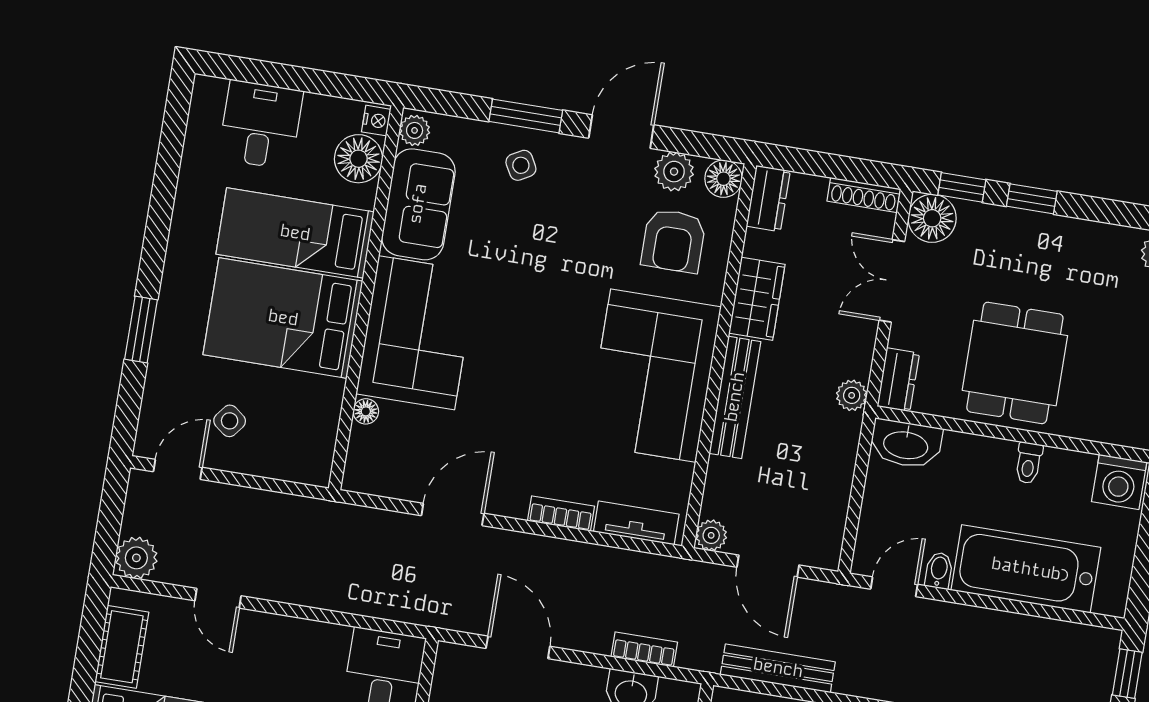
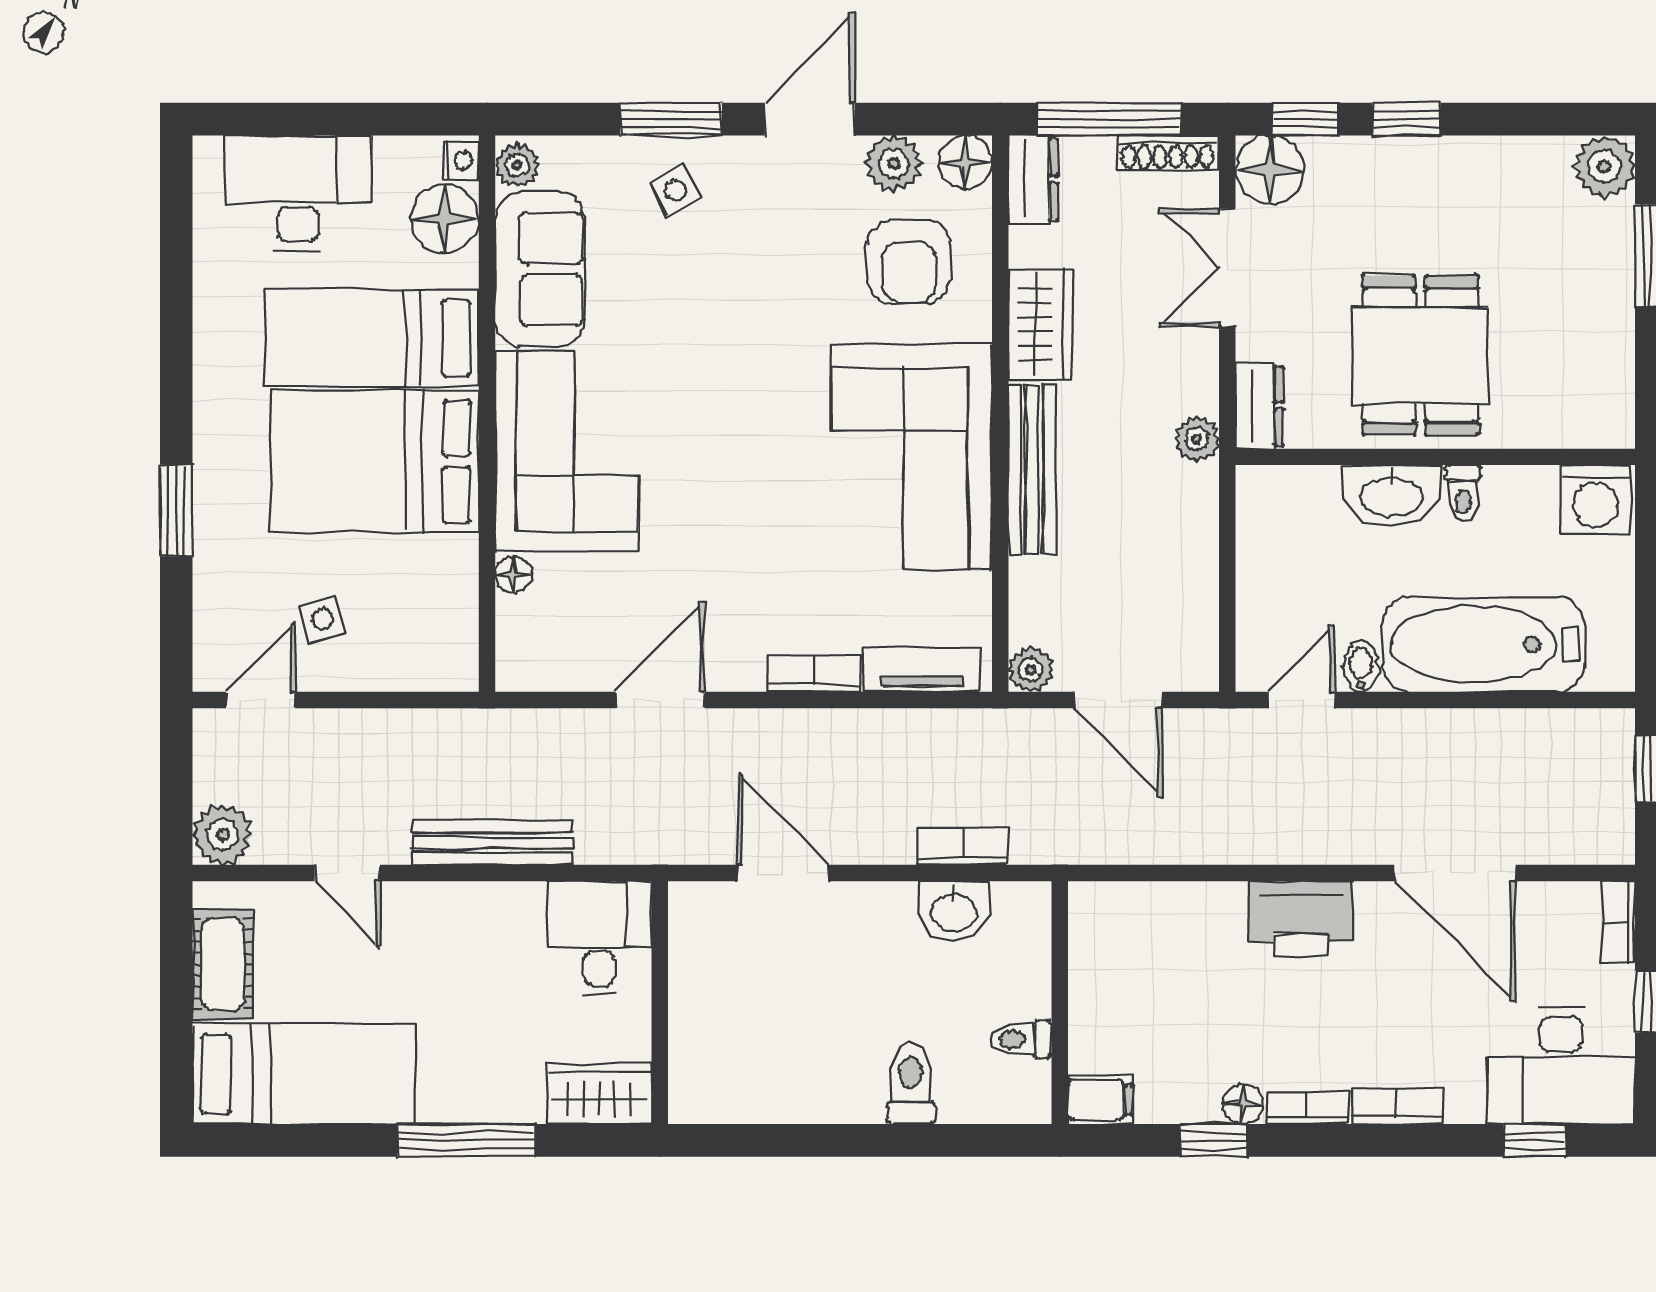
desk: (261, 125) -> (298, 193), width x1.37
window: (827, 165) -> (1109, 119), added
side table: (230, 421) -> (323, 619), turned 38
washbasin: (906, 444) -> (1391, 495), moved
bench: (778, 668) -> (493, 842), moved

